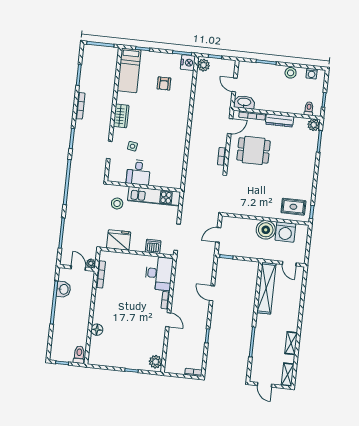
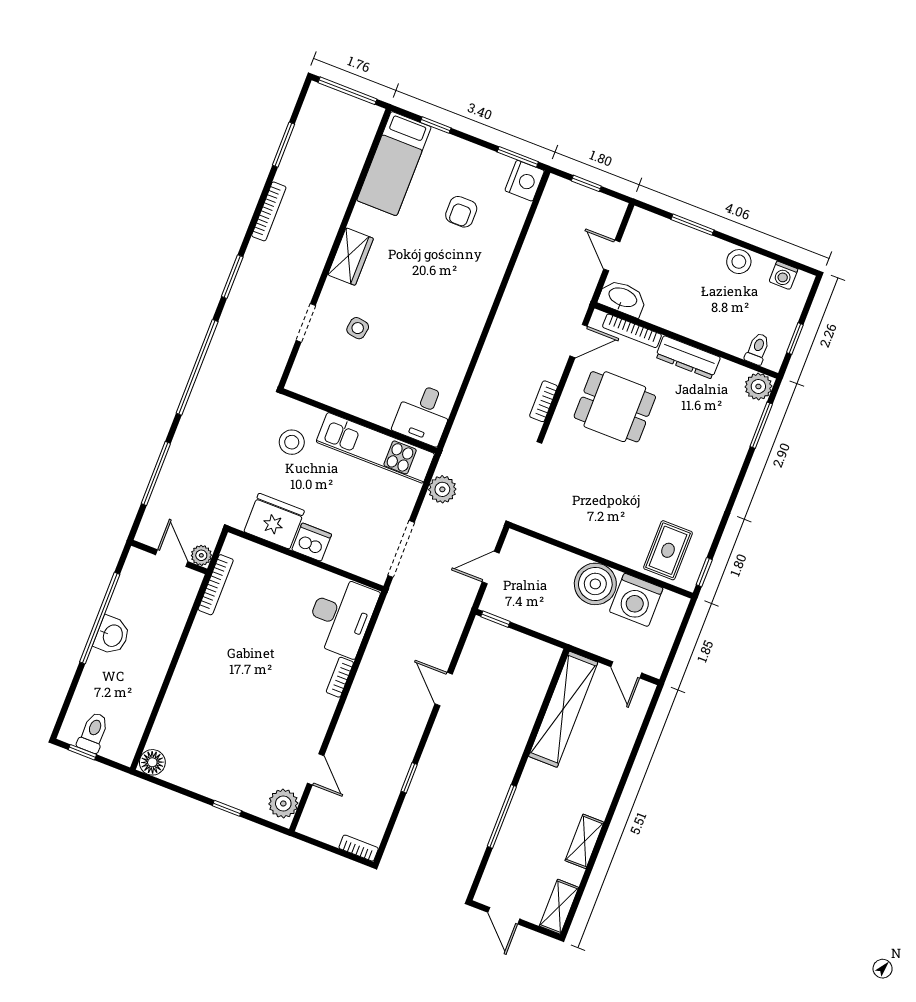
plant: (203, 65) -> (442, 489), moved
desk: (138, 172) -> (424, 414), moved
rug: (293, 207) -> (668, 550), turned 90
dishwasher: (153, 246) -> (312, 542), moved
washbasin: (63, 289) -> (112, 635), moved
door: (168, 320) -> (316, 769), moved
floor lamp: (97, 330) -> (152, 762), moved
toilet: (79, 355) -> (93, 733), moved

